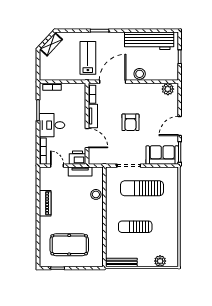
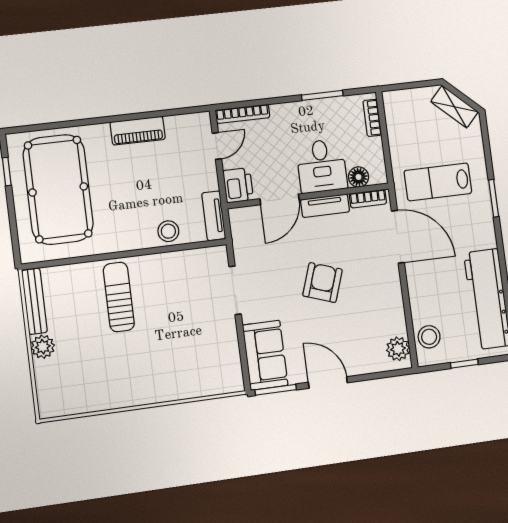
lab bench: (88, 58) -> (438, 182), turned 180
stool: (140, 74) -> (429, 337), moved
floor lamp: (81, 98) -> (359, 177), added
armchair: (130, 122) -> (322, 283), turned 109
desk: (52, 125) -> (322, 166), moved, turned 180
tv unit: (80, 172) -> (214, 216), moved
sun lounger: (142, 188) -> (193, 323), removed
sun lounger: (135, 227) -> (119, 297), moved
pool table: (69, 245) -> (58, 189), width x1.36, depth x1.32
plant: (160, 261) -> (43, 347), moved

